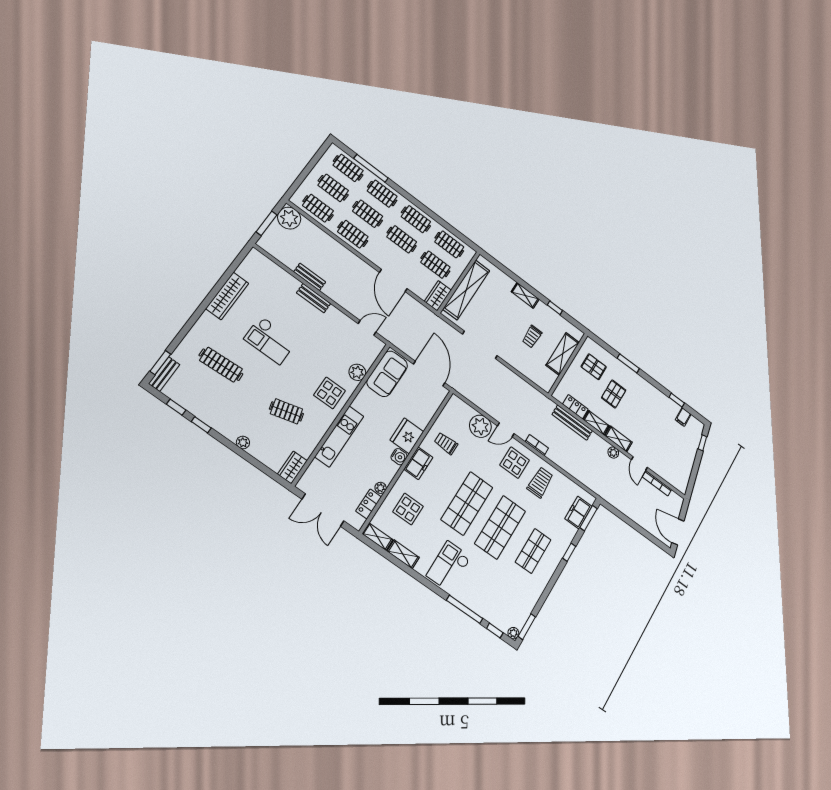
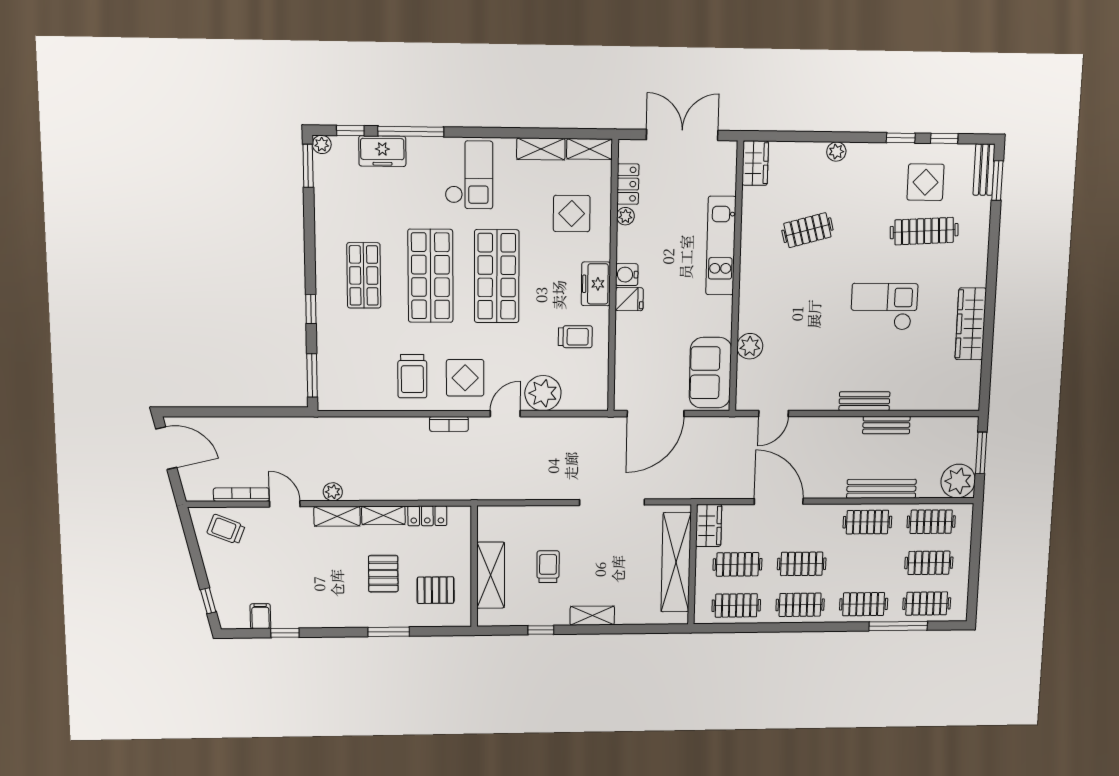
clothes rail: (368, 214) -> (865, 563), removed
door: (429, 374) -> (656, 414), hinge flipped
display table: (329, 393) -> (925, 182), moved
bench: (572, 423) -> (881, 489), moved
fridge: (407, 436) -> (629, 299), width x0.53, depth x0.75
trolley: (674, 471) -> (226, 529), added
freezer: (578, 513) -> (382, 151), moved, turned 90

